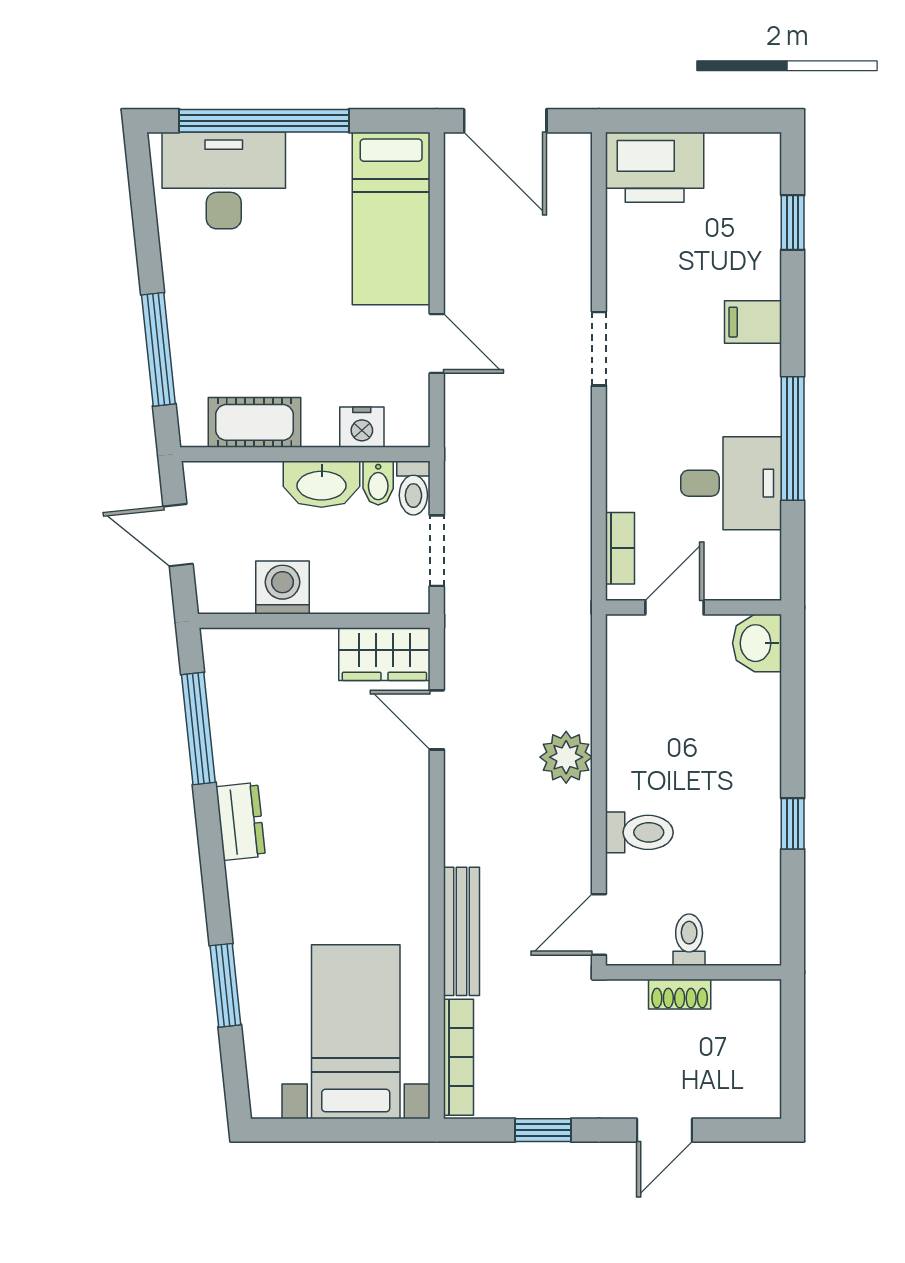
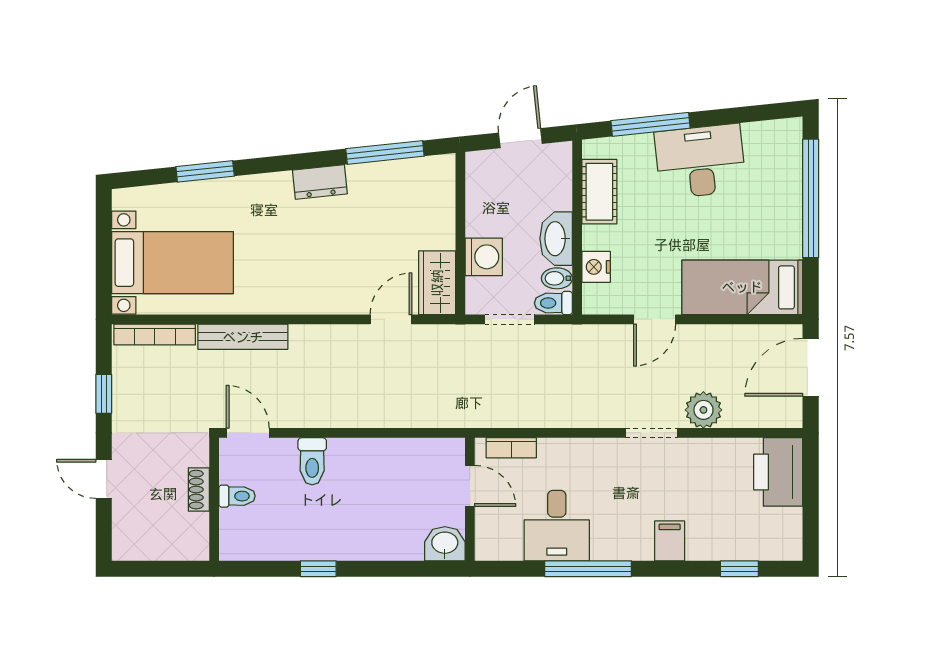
desk: (224, 181) -> (700, 161), moved, turned -96
washing machine: (283, 587) -> (484, 257), moved
plant: (566, 757) -> (703, 410), moved

